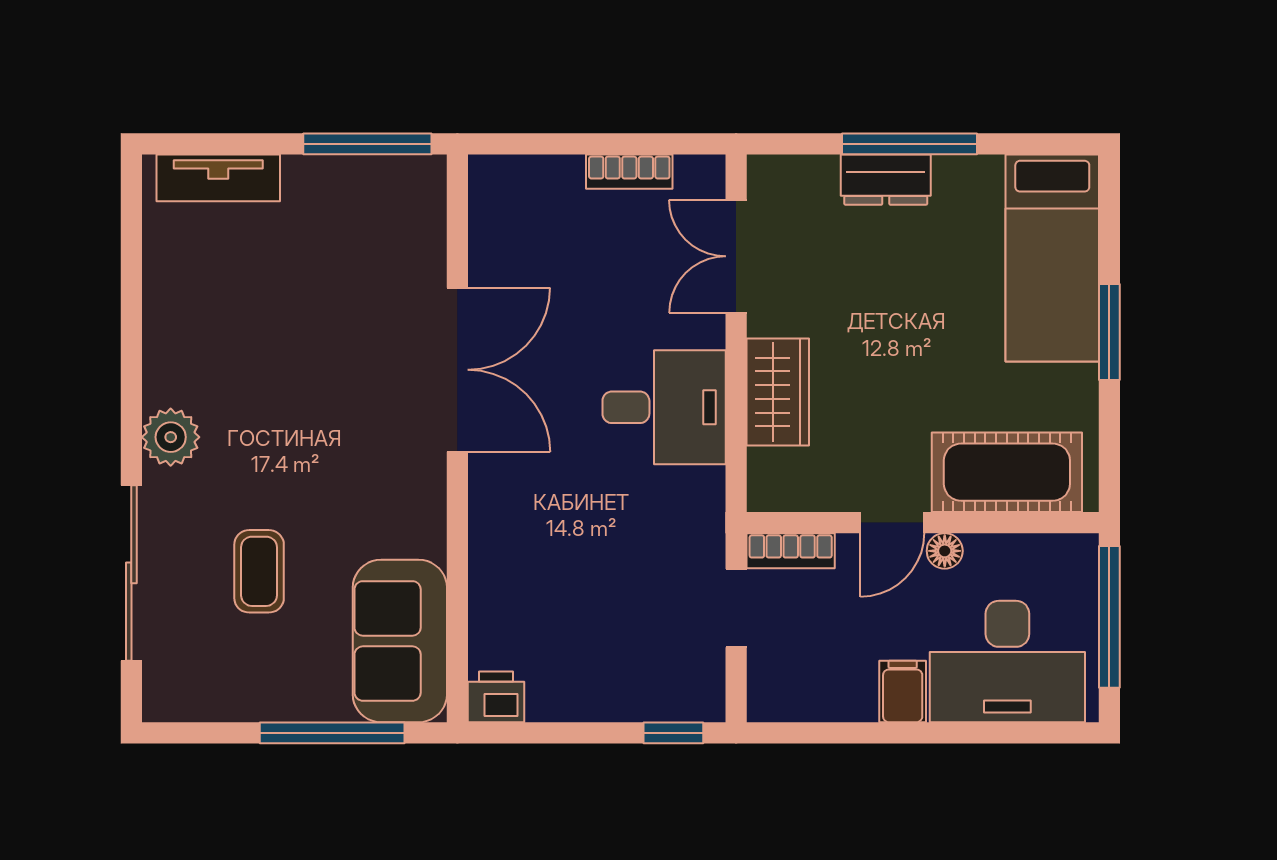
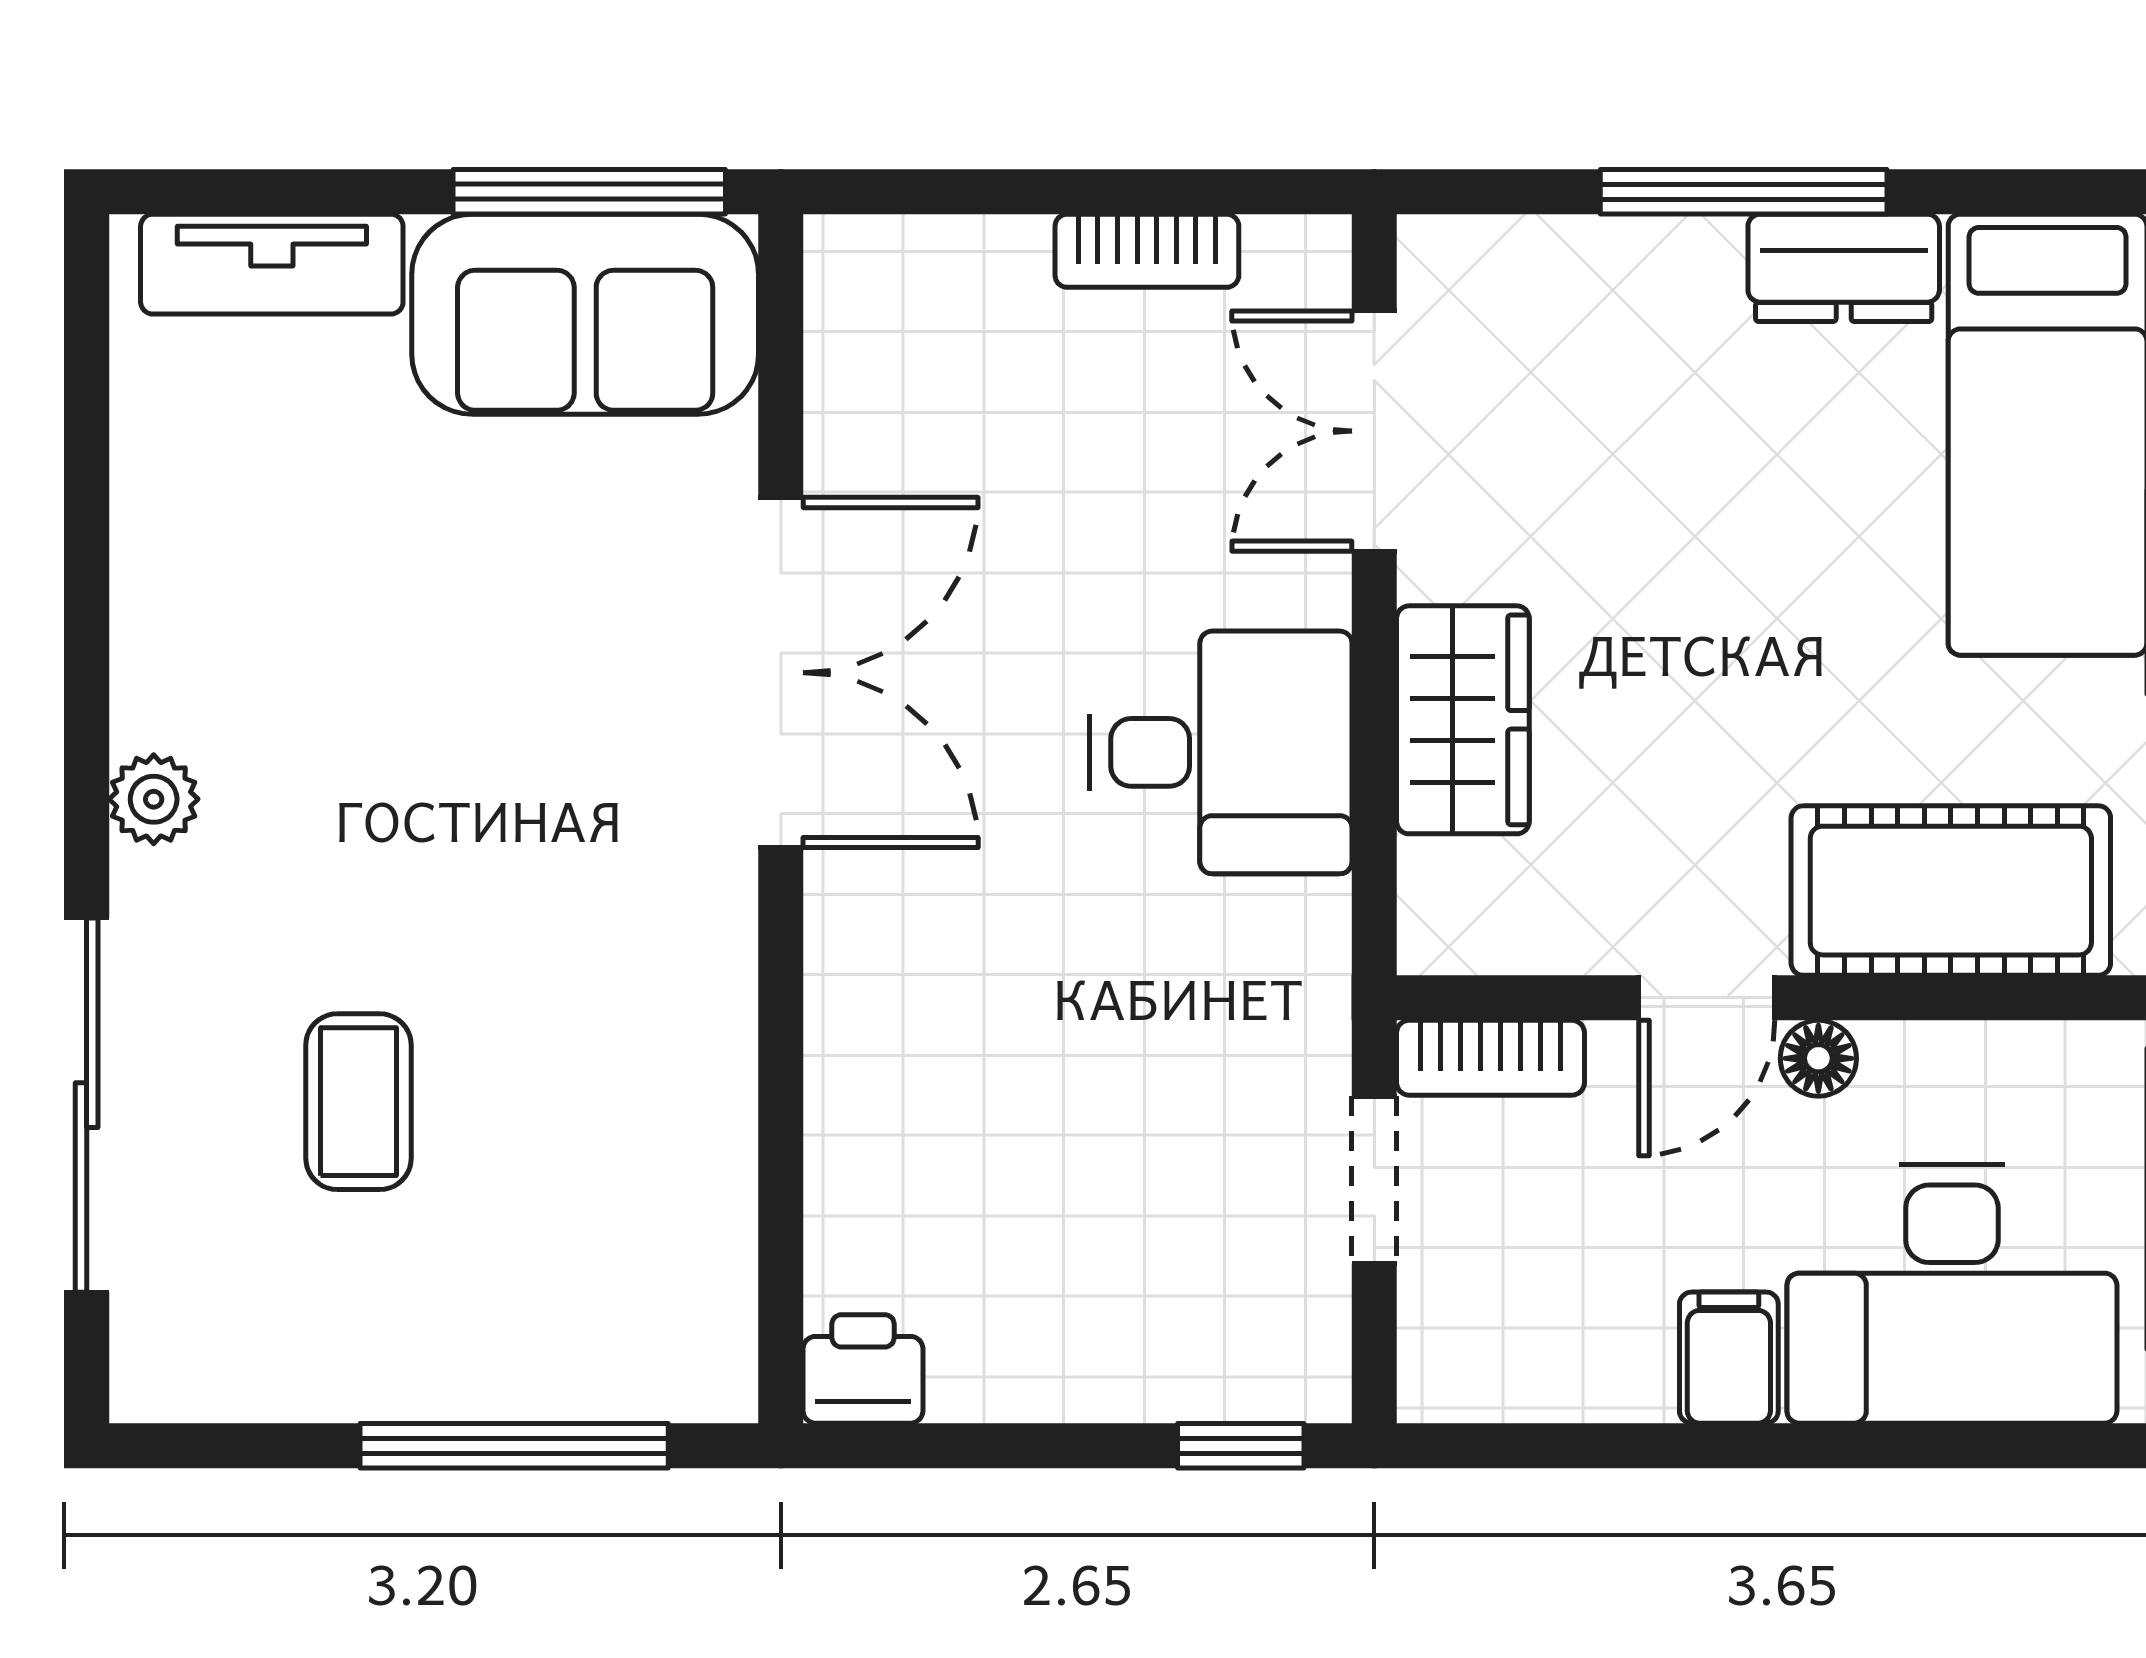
dresser: (886, 180) -> (1844, 268), moved
plant: (171, 437) -> (154, 799), width x0.73, depth x0.73
sofa: (400, 641) -> (585, 314), moved, turned -90

